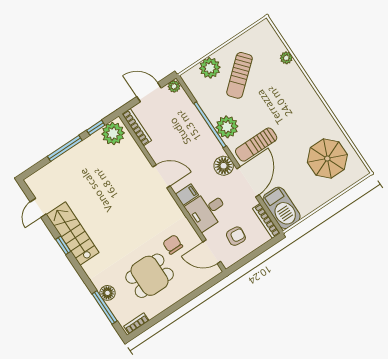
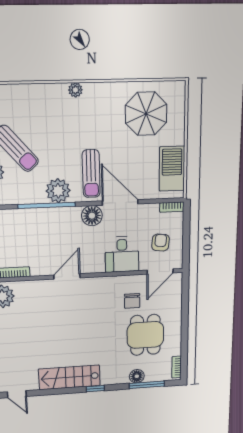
plant: (286, 58) -> (75, 90), moved
filing cabinet: (187, 195) -> (97, 264), removed
door: (38, 208) -> (17, 394), moved
barbecue: (282, 208) -> (172, 169), moved, turned -90
bookcase: (266, 221) -> (172, 207), width x0.64
chair: (173, 244) -> (132, 301), turned -90
window: (63, 245) -> (95, 389), moved

